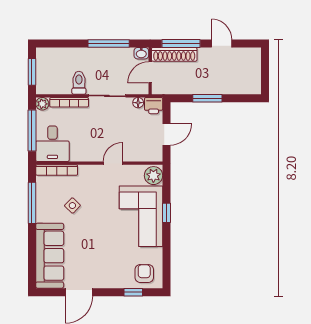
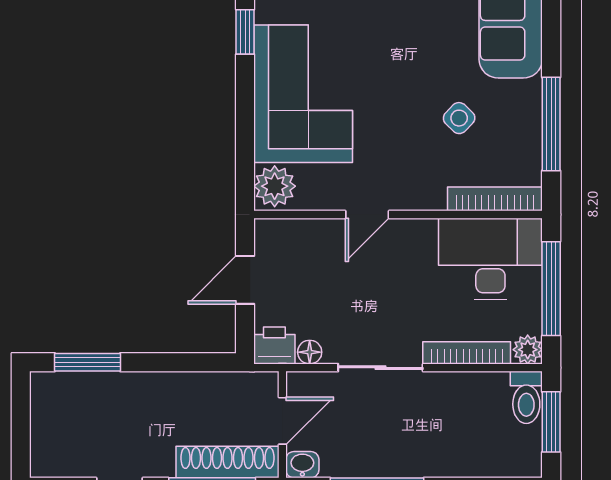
toilet: (79, 83) -> (526, 397), moved
window: (207, 98) -> (87, 362), moved
desk: (52, 144) -> (490, 259), width x1.37
window: (167, 213) -> (245, 32), moved

